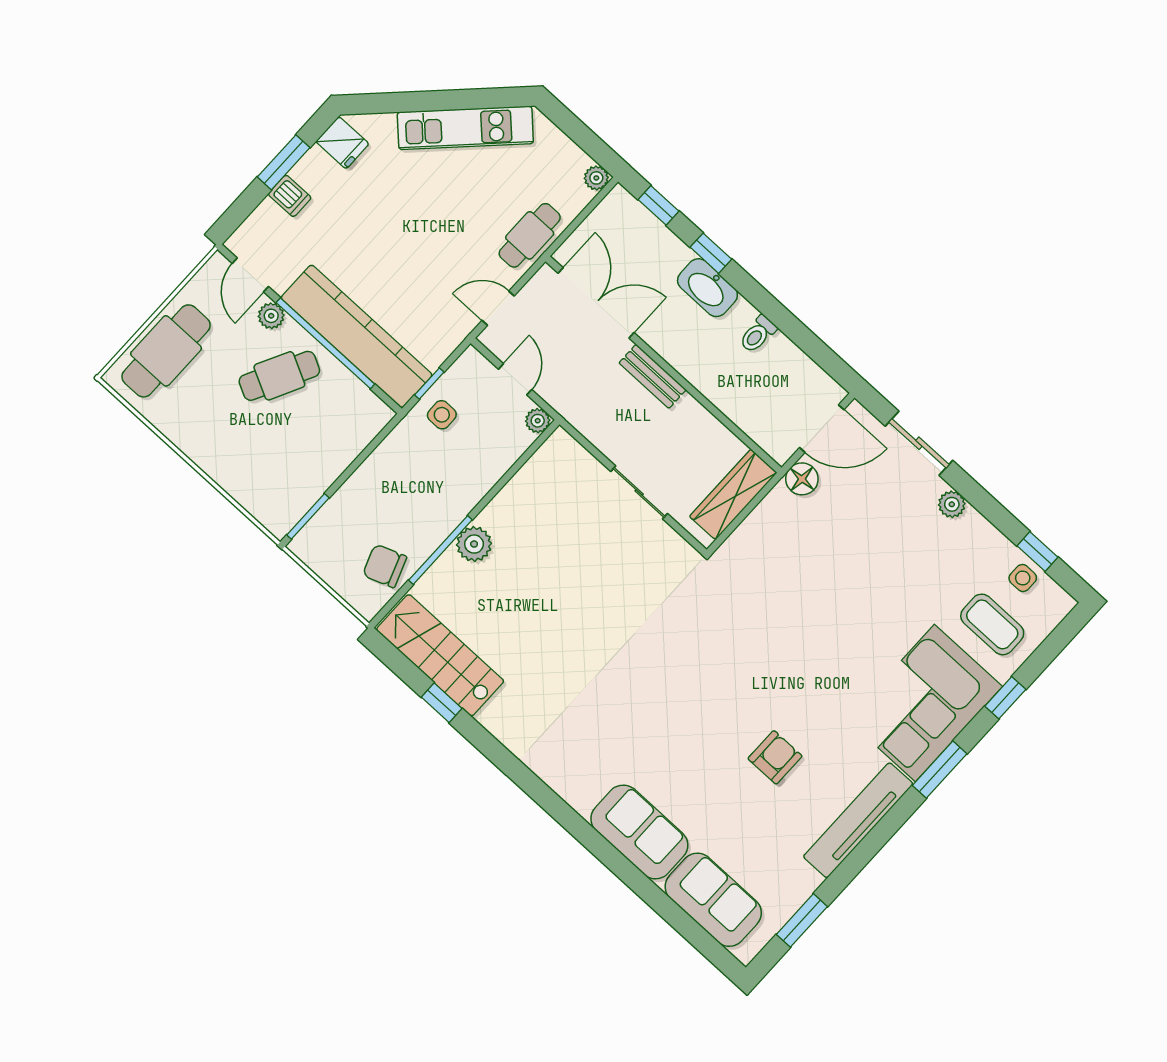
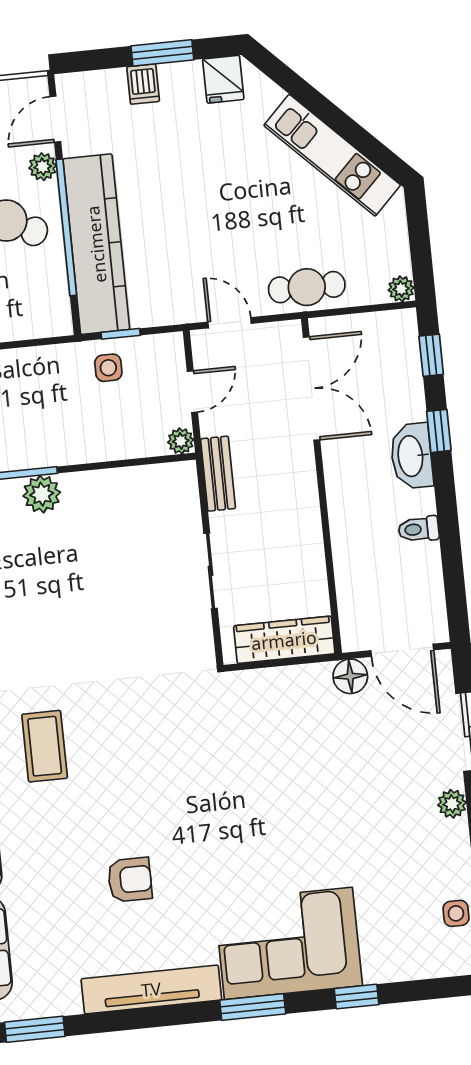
bench: (653, 376) -> (218, 474), moved
coffee table: (992, 624) -> (45, 746), moved

